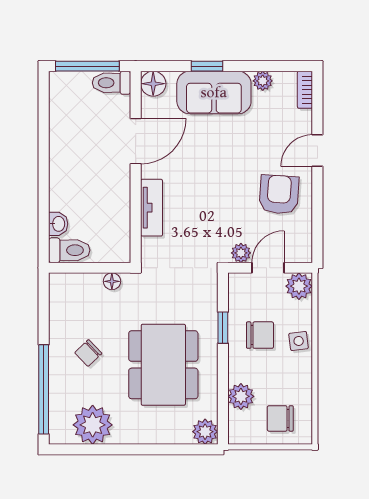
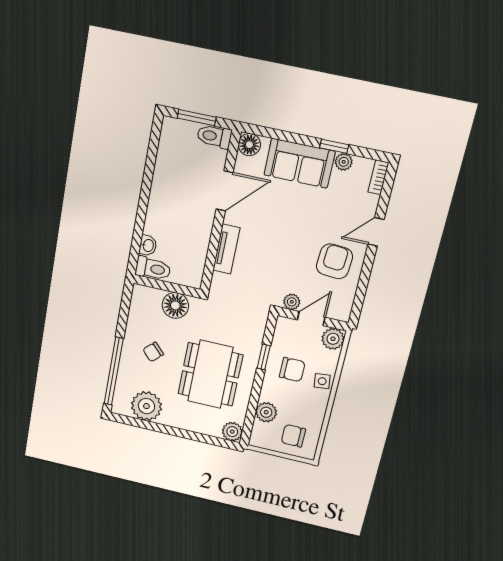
window: (87, 66) -> (197, 118), width x0.69
window: (207, 66) -> (334, 146), moved
floor lamp: (112, 281) -> (175, 305), width x1.89, depth x1.89

